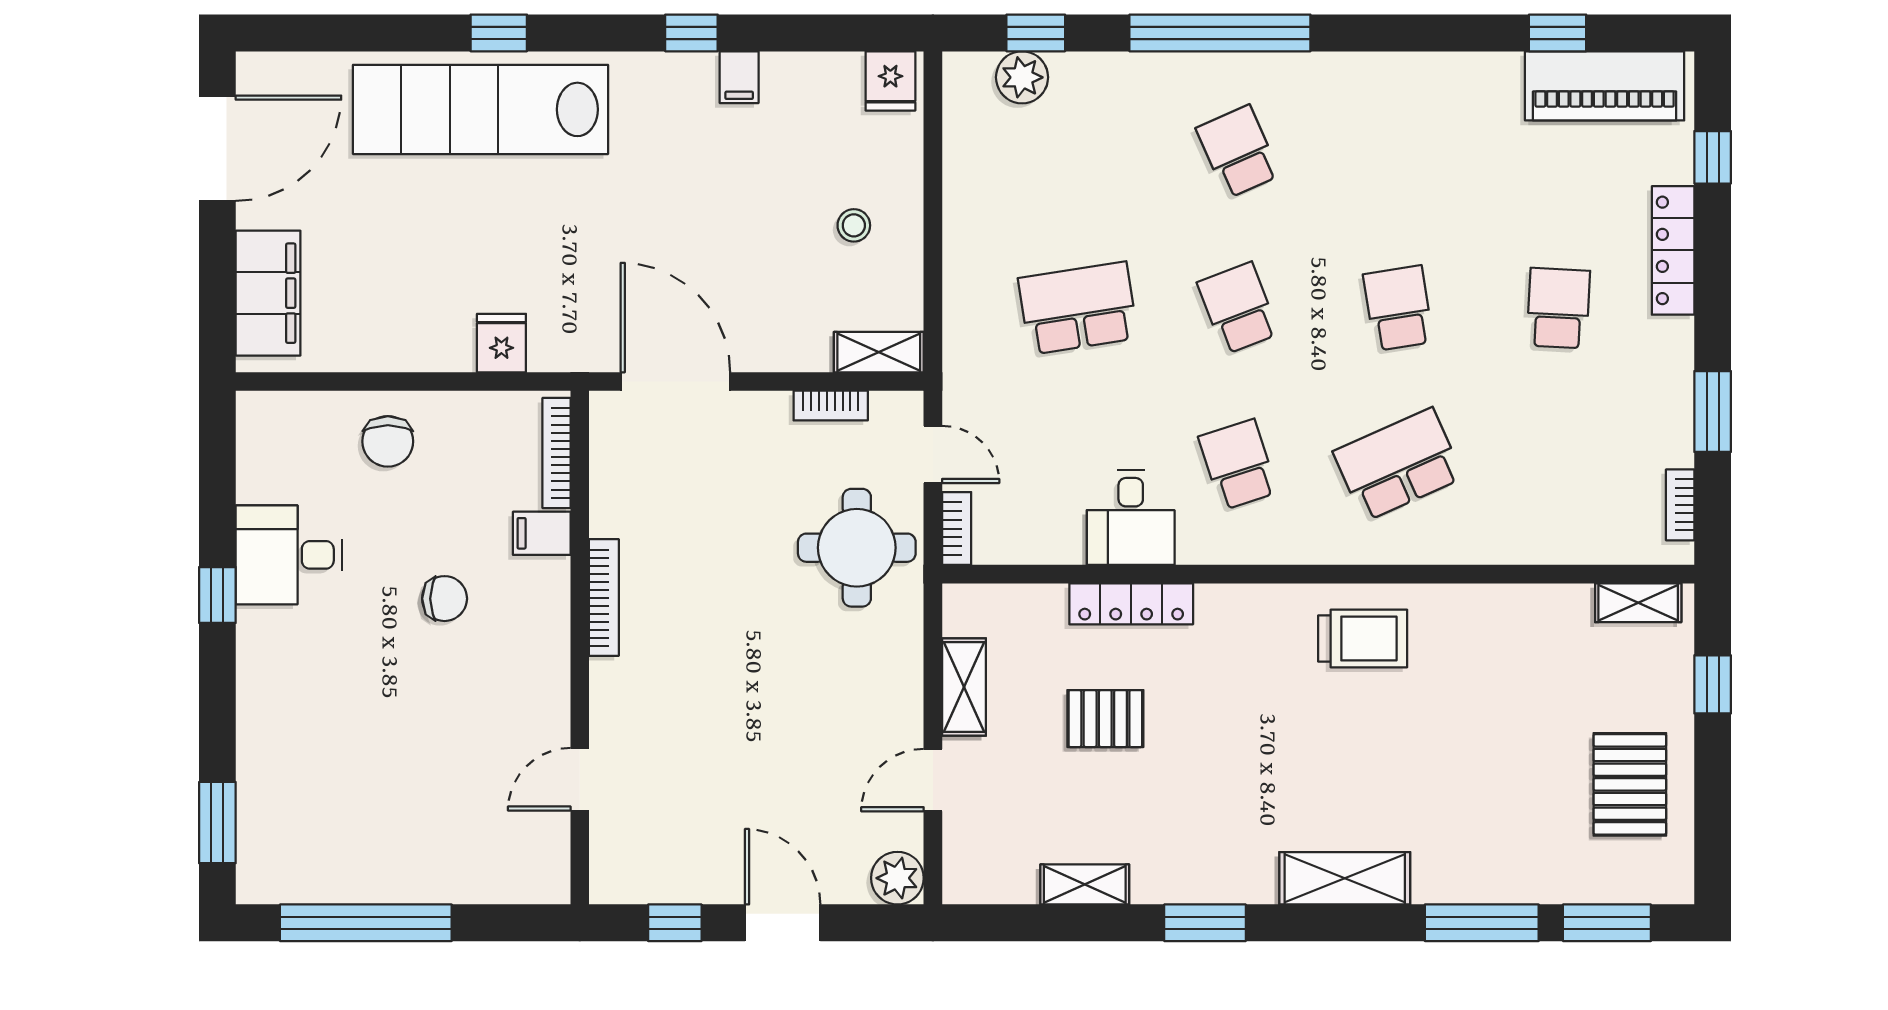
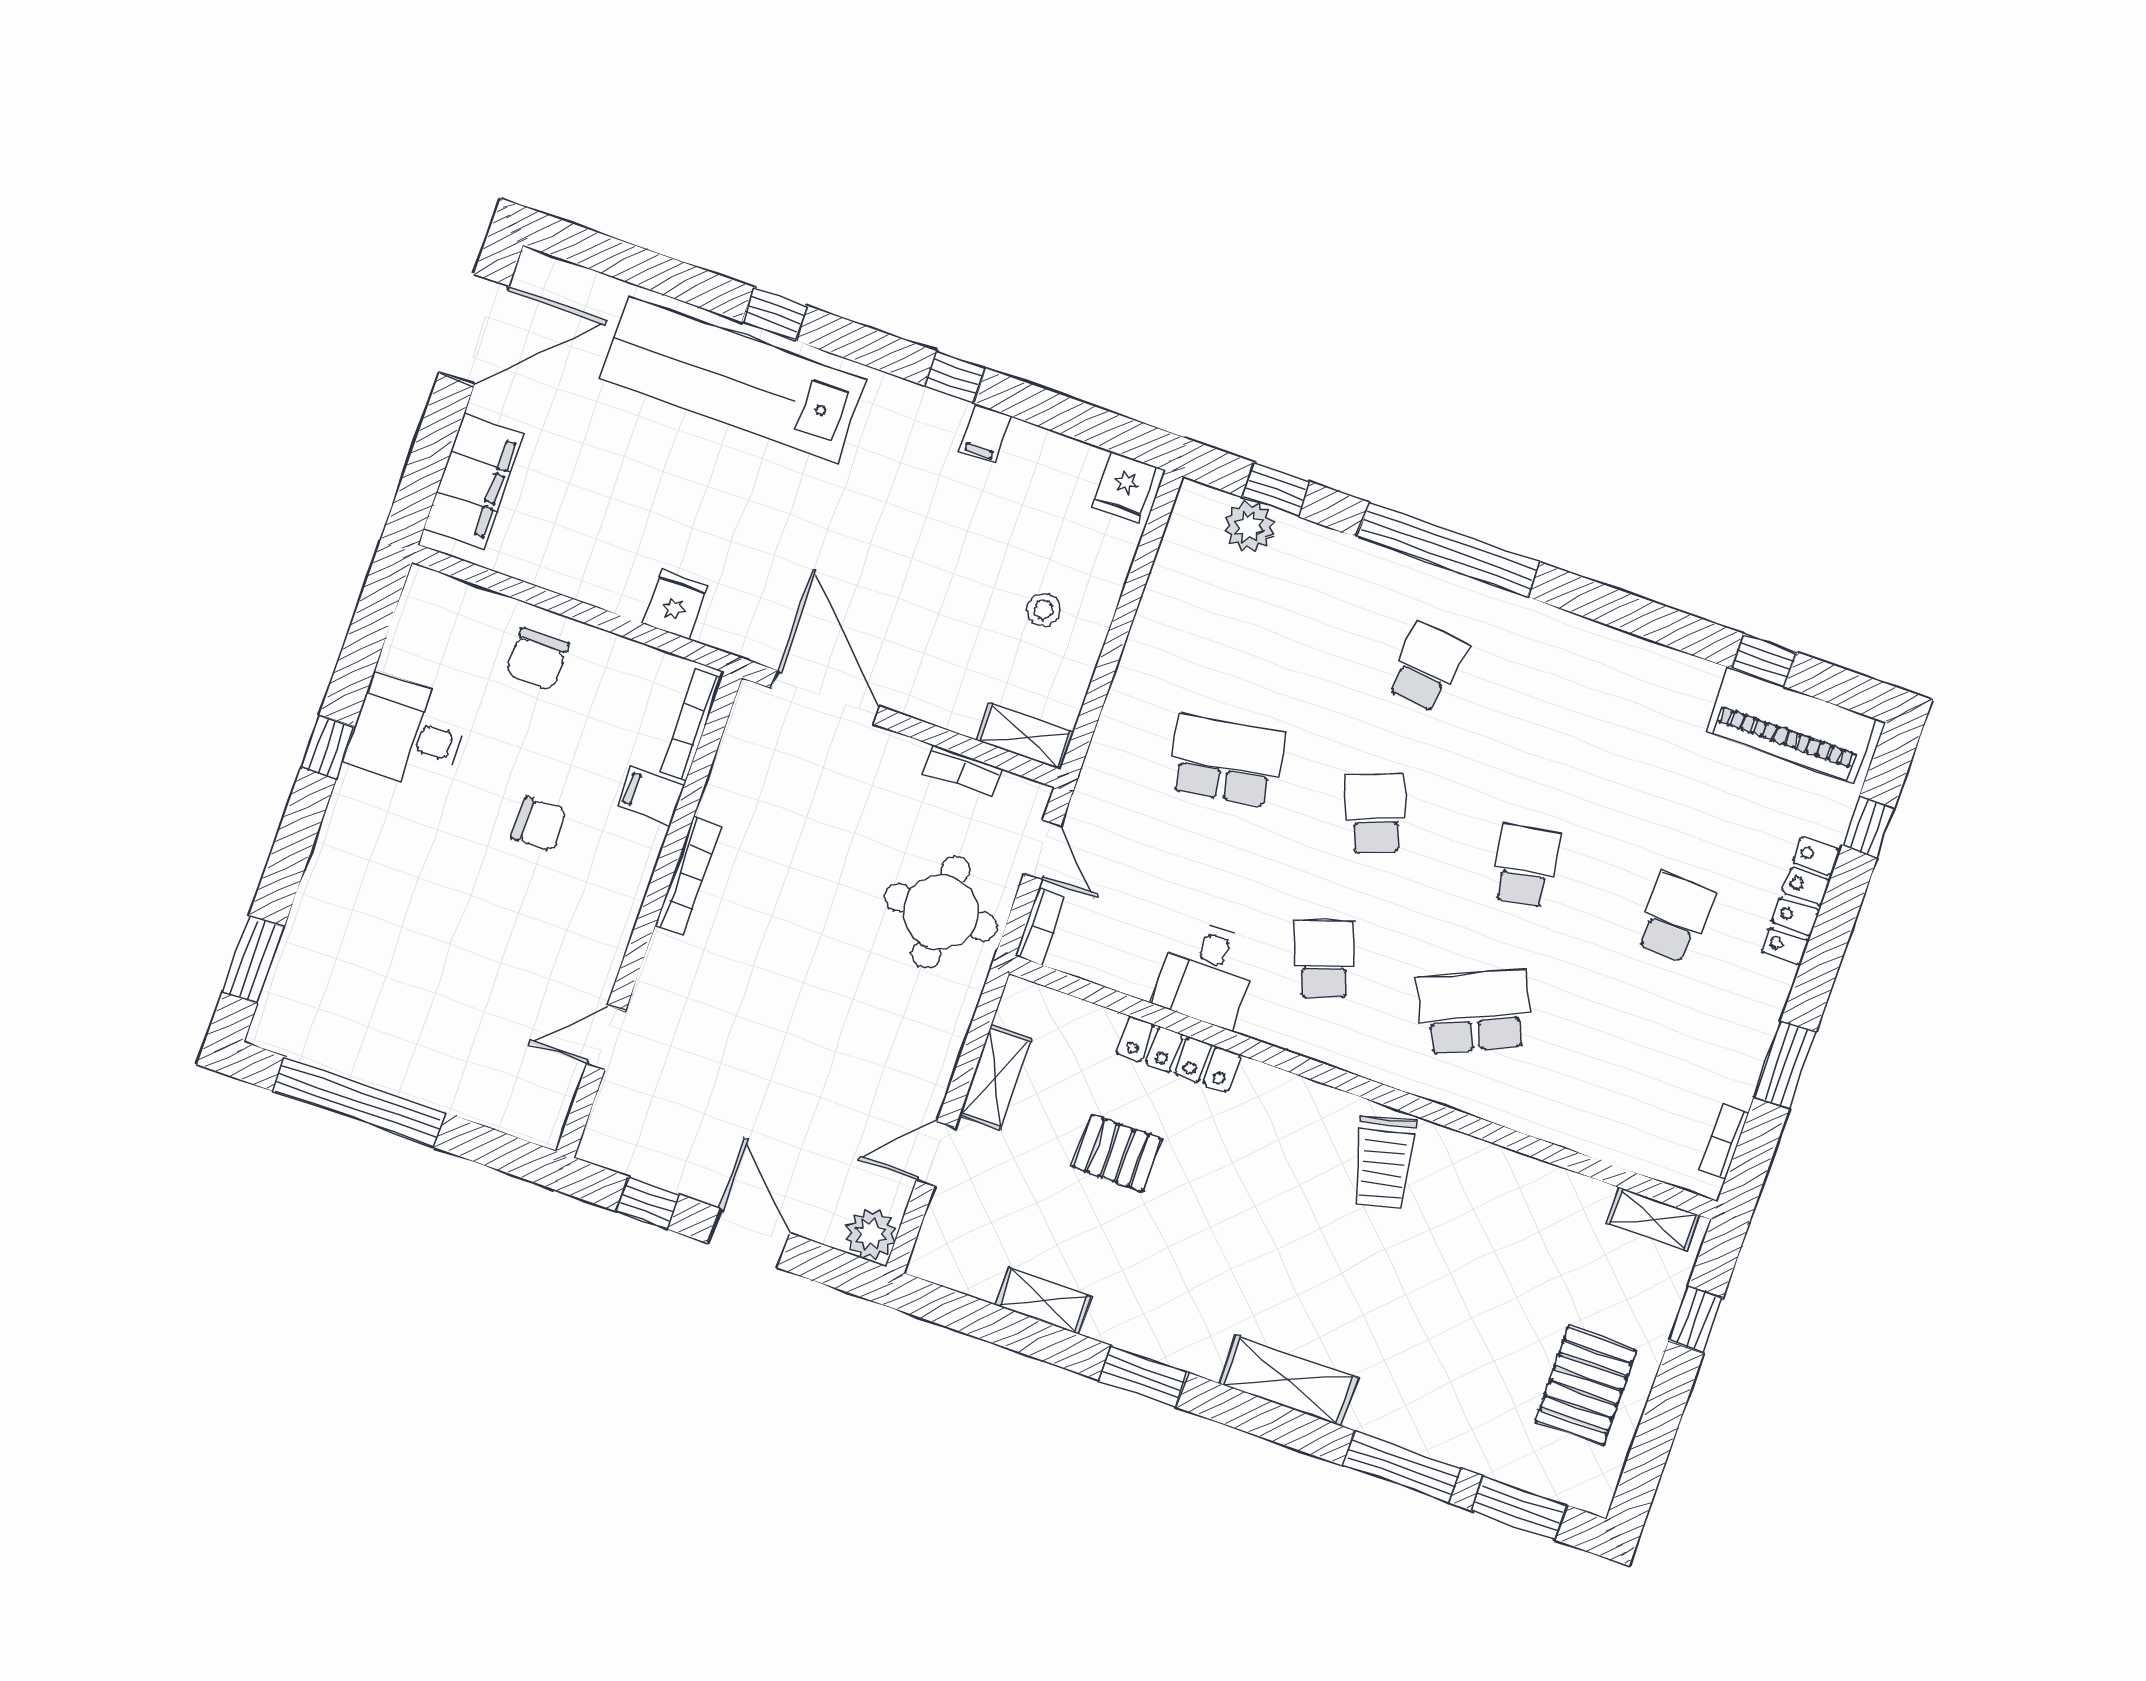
school desk: (1238, 152) -> (1427, 667), turned 30
trolley: (1363, 638) -> (1384, 1162), turned 77

